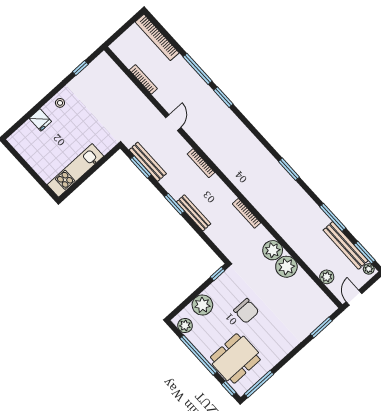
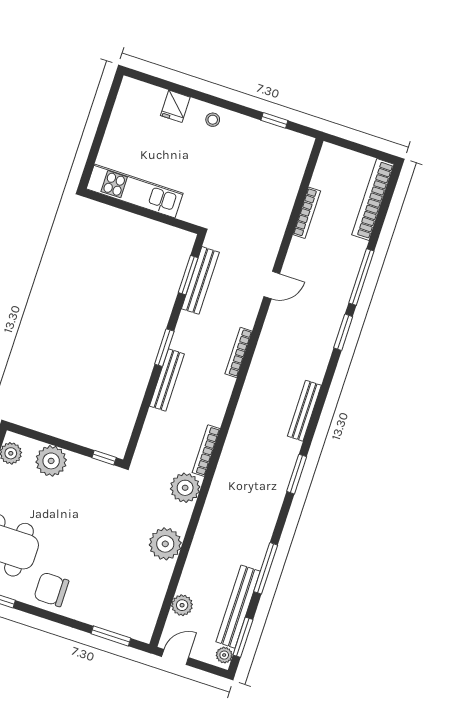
bench: (255, 144) -> (304, 411), added
plant: (273, 250) -> (185, 488), moved
chair: (246, 311) -> (51, 589), moved, turned 90

